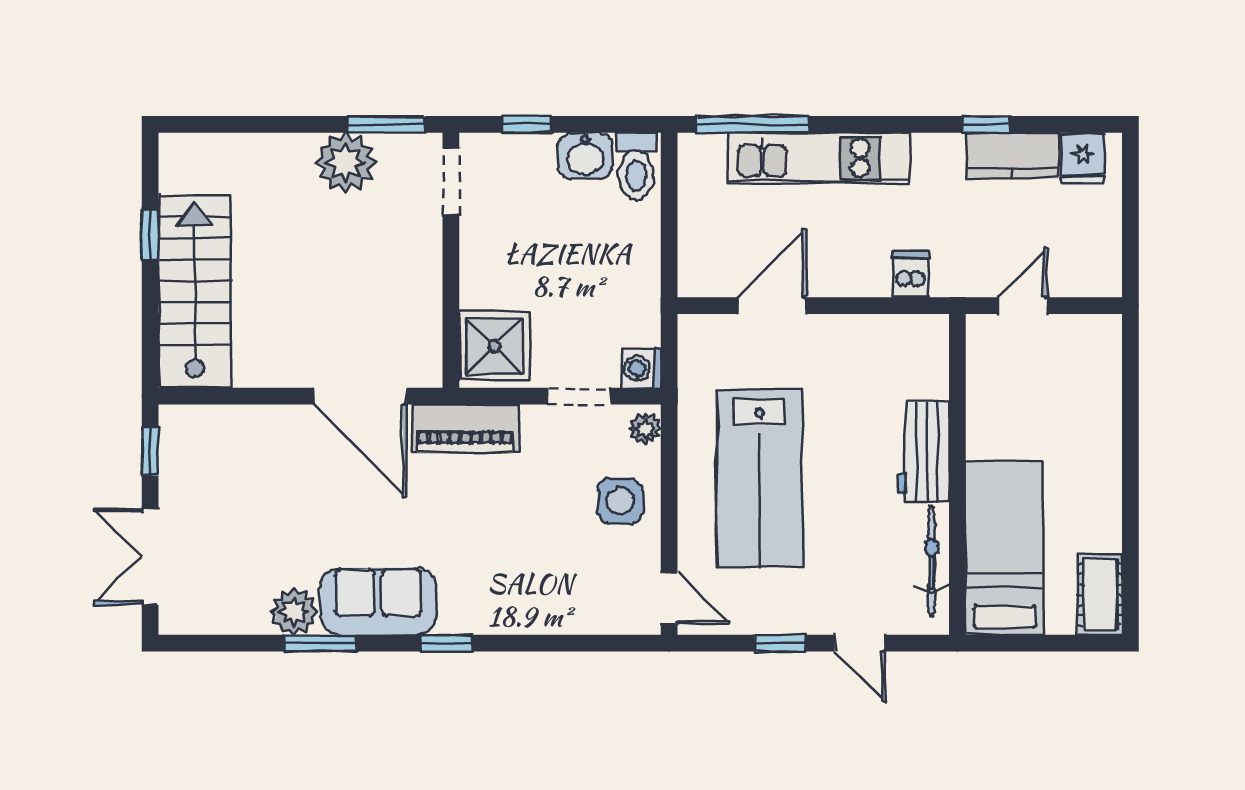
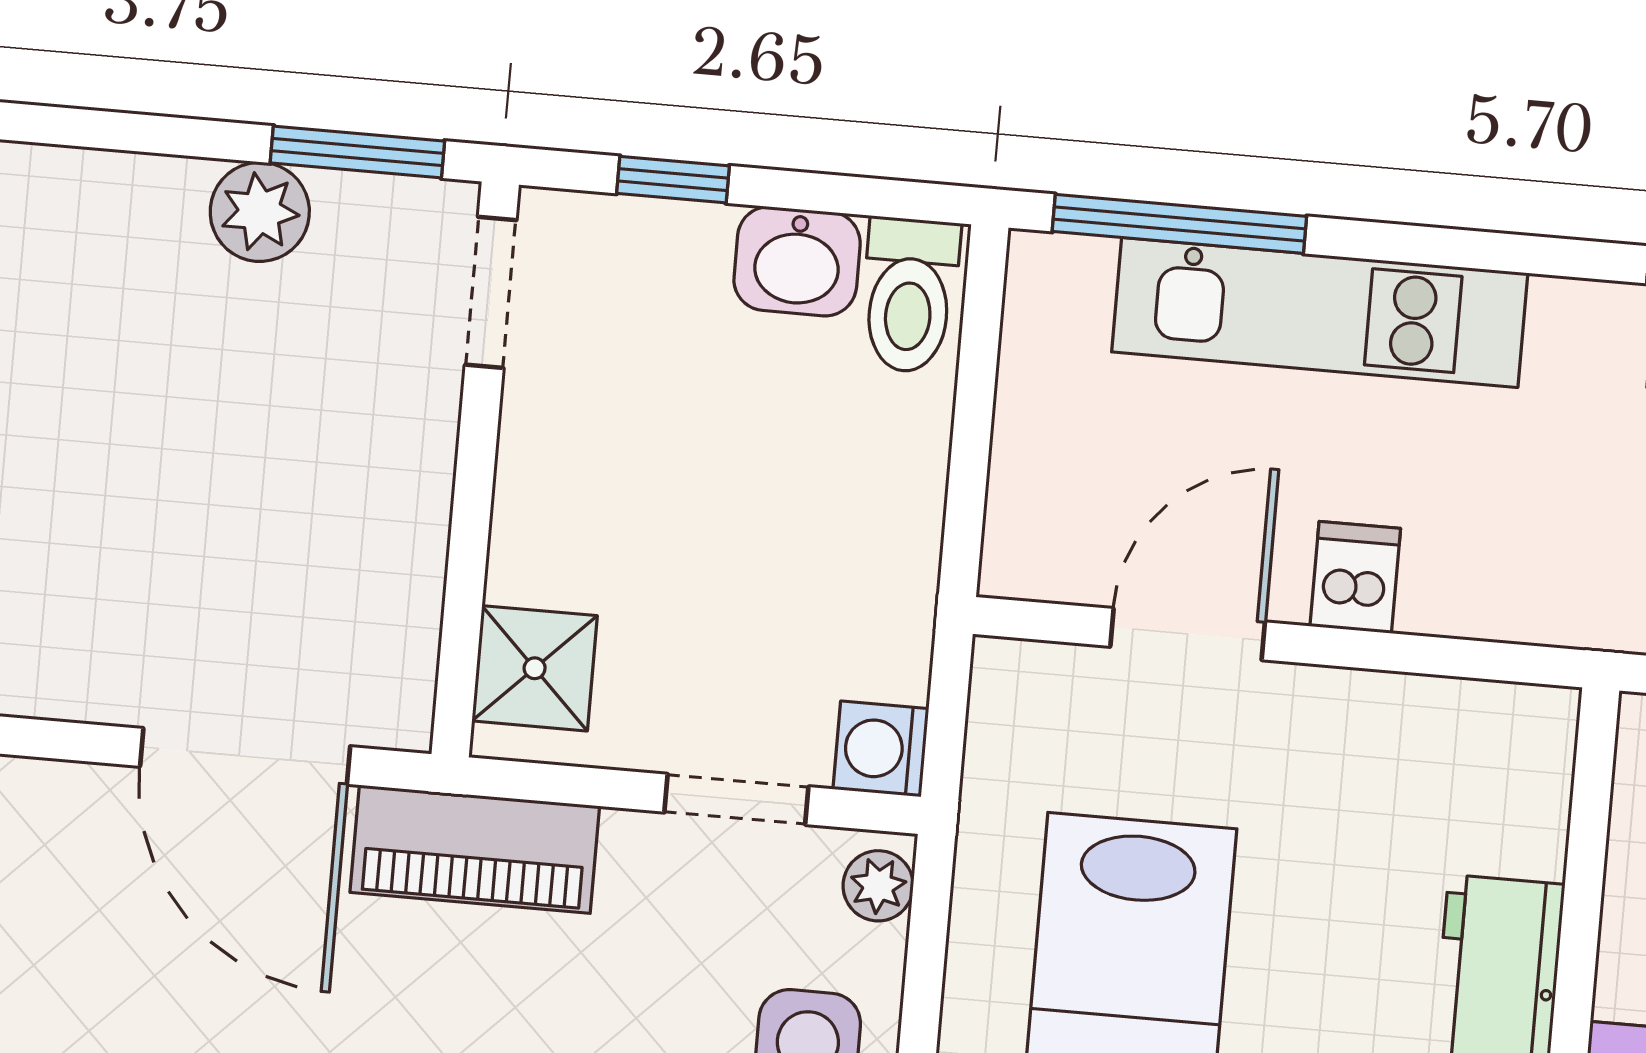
plant: (346, 163) -> (260, 212), width x0.73, depth x0.73
dishwasher: (911, 274) -> (1355, 577), moved
shower: (494, 346) -> (535, 668), width x0.73, depth x0.73

